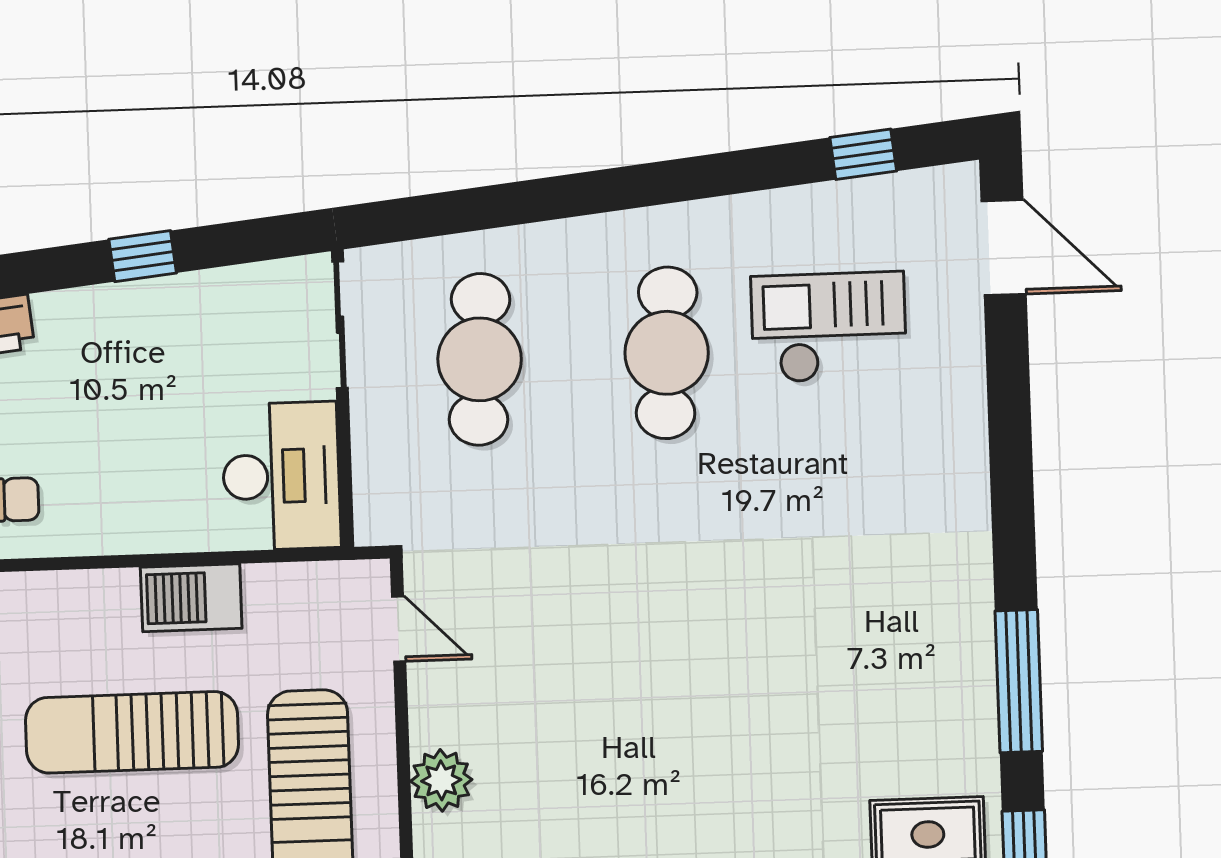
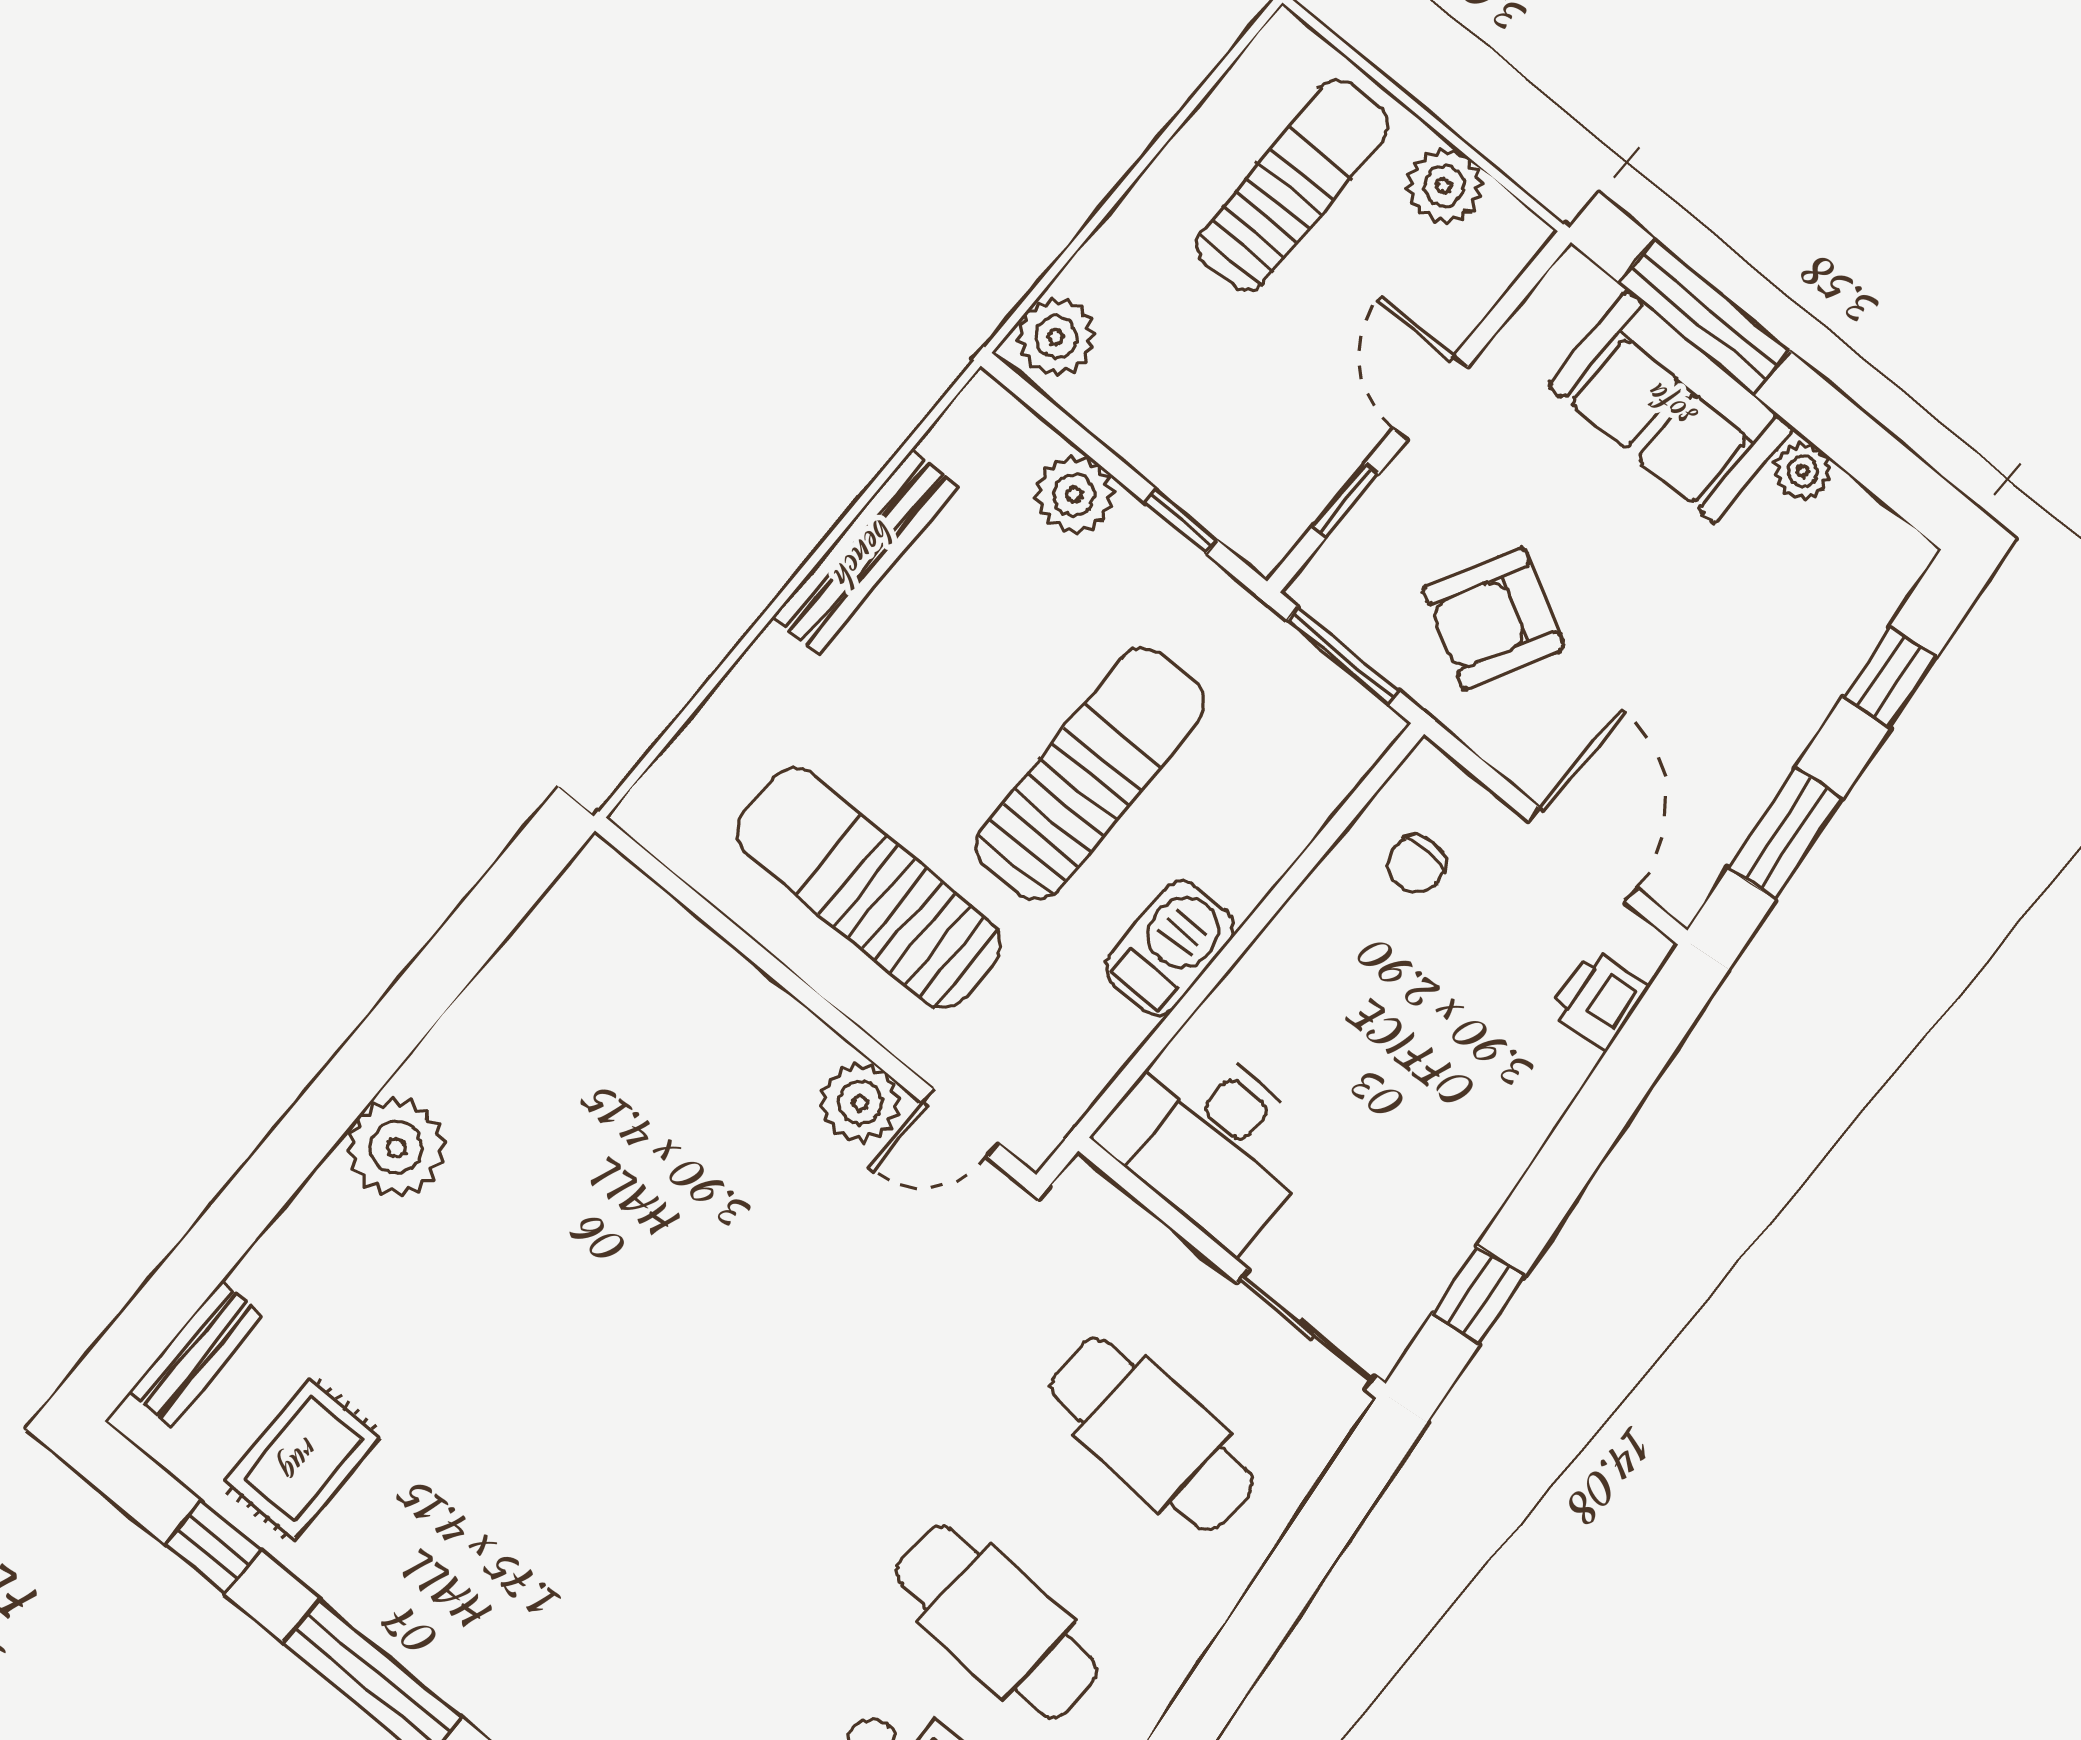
window: (143, 256) -> (1478, 1295), moved
plant: (441, 780) -> (860, 1103), moved

